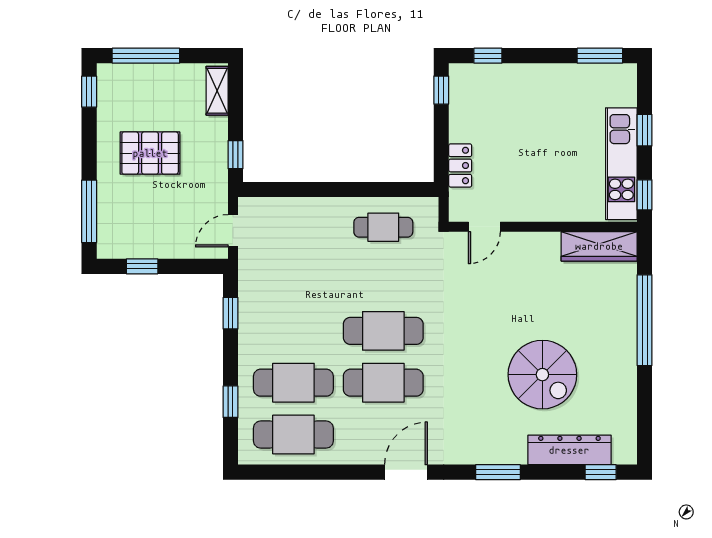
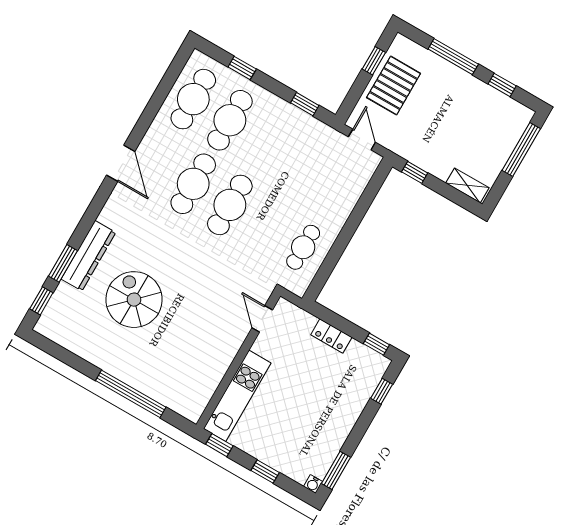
water cooler: (629, 72) -> (313, 484), added
window: (89, 92) -> (502, 85), moved
pallet: (150, 153) -> (394, 86), moved
kitchen unit: (621, 164) -> (237, 396), moved, turned 90
locker: (460, 165) -> (331, 336), moved
window: (89, 211) -> (453, 57), moved
wardrobe: (599, 246) -> (201, 392), removed
spiral stairs: (542, 375) -> (134, 300), turned 90
dresser: (569, 450) -> (88, 256), moved
window: (498, 472) -> (63, 263), moved

